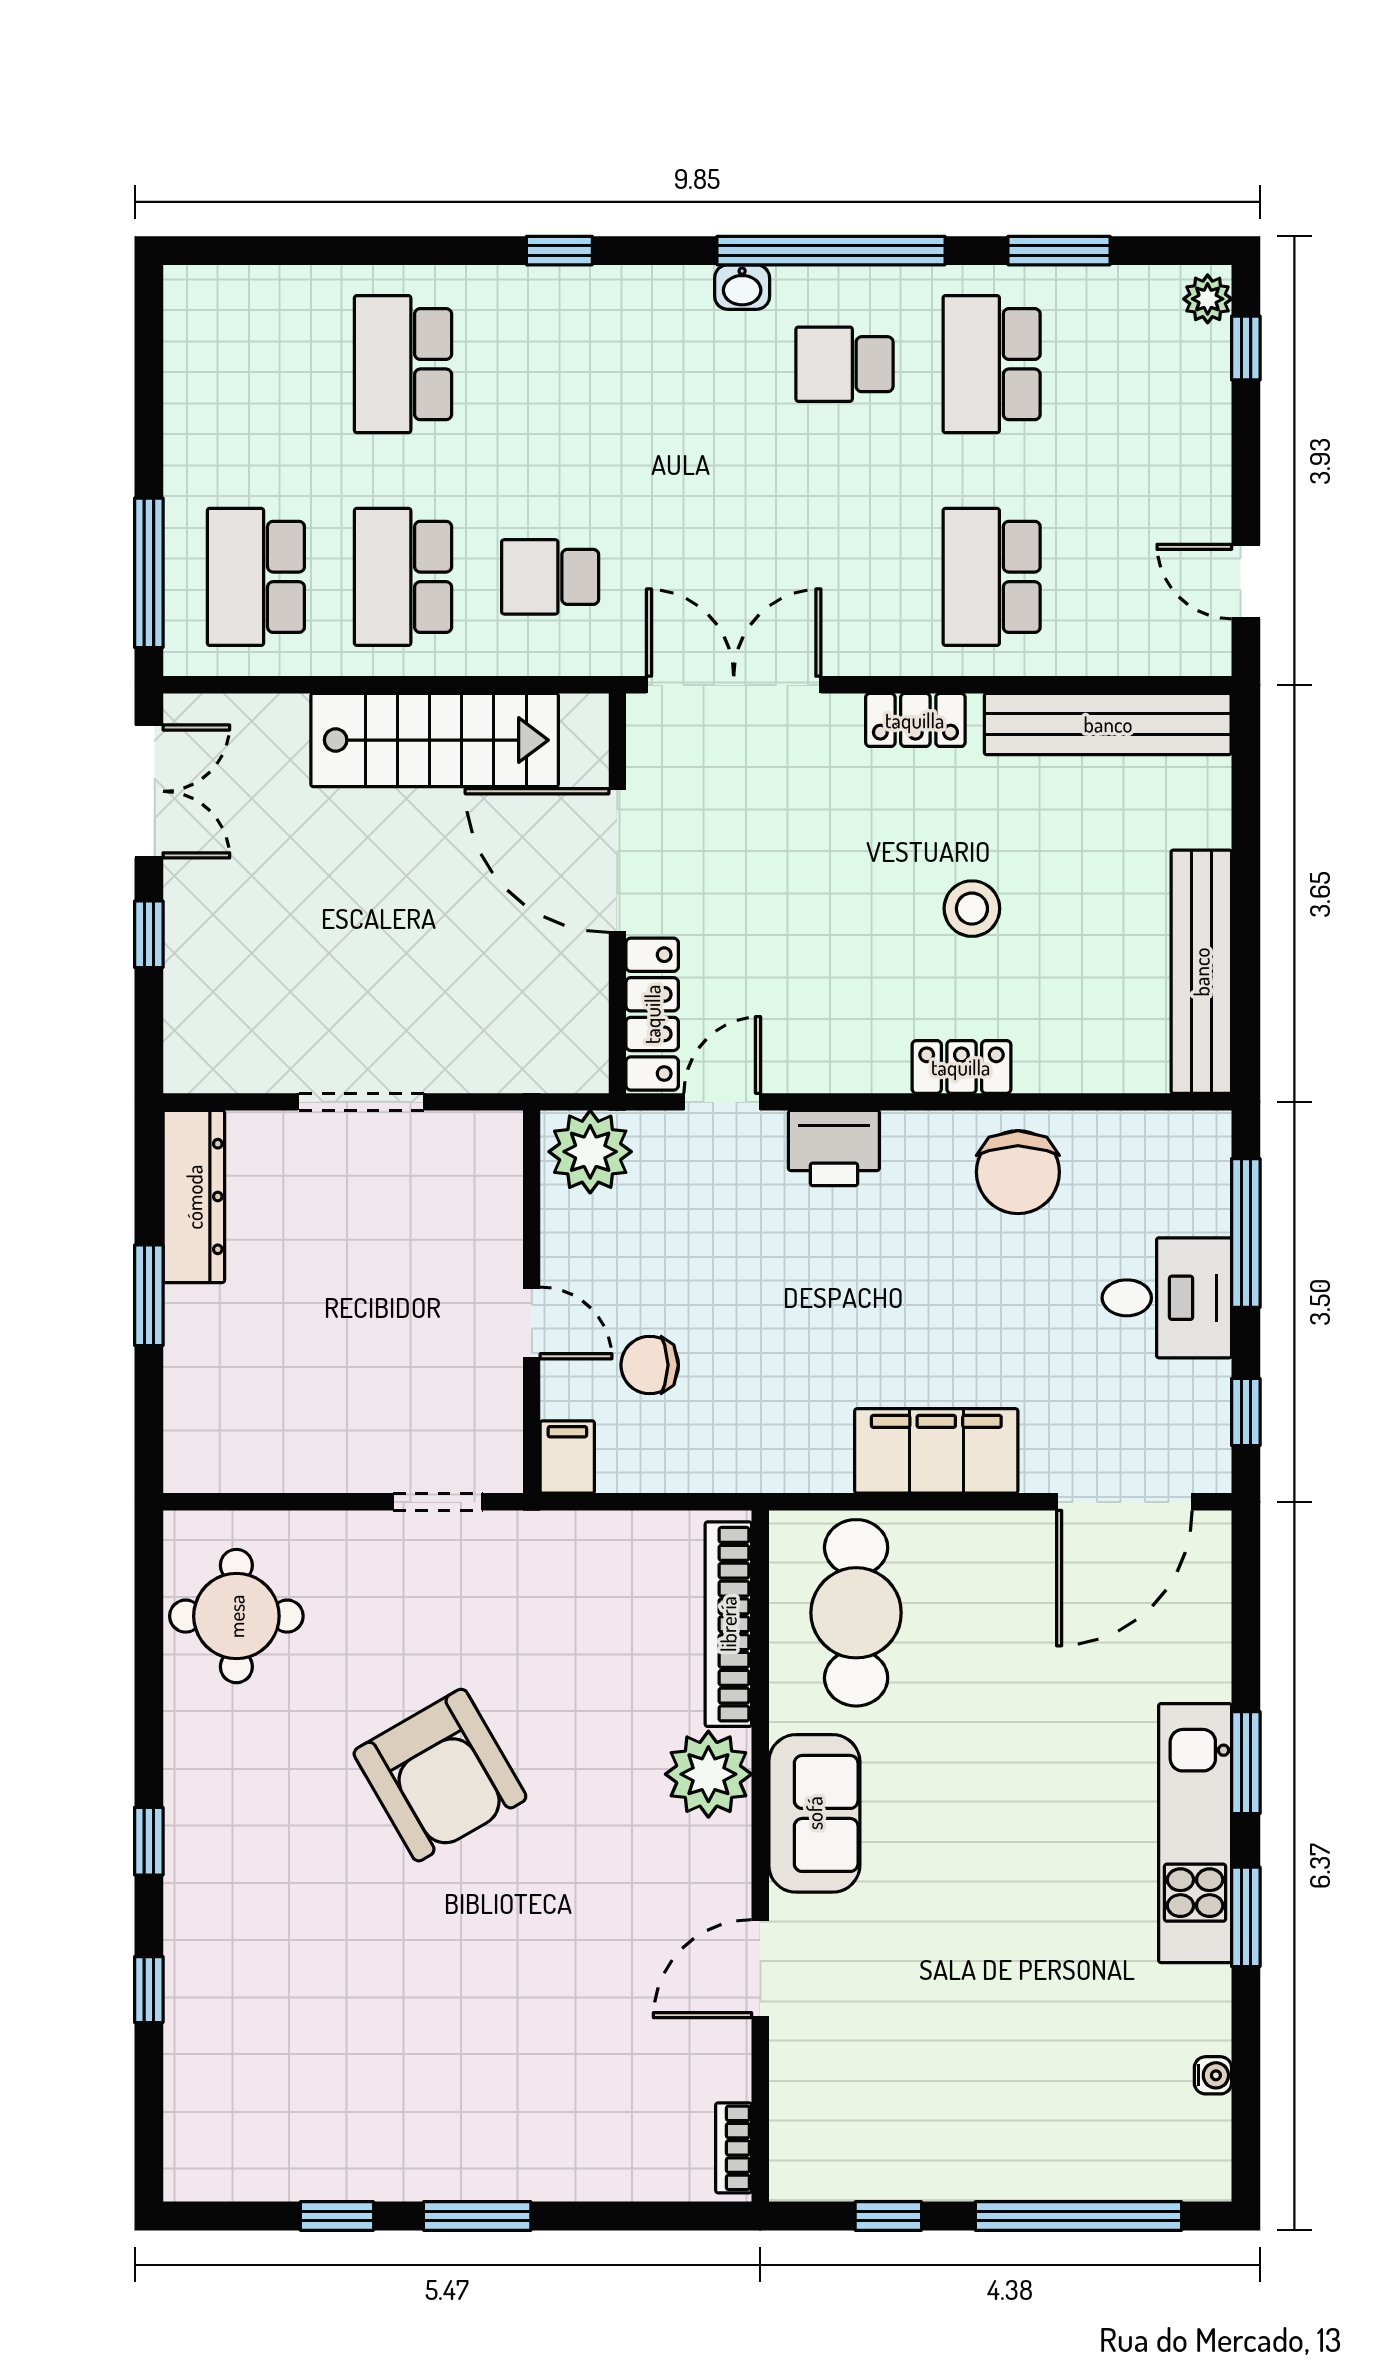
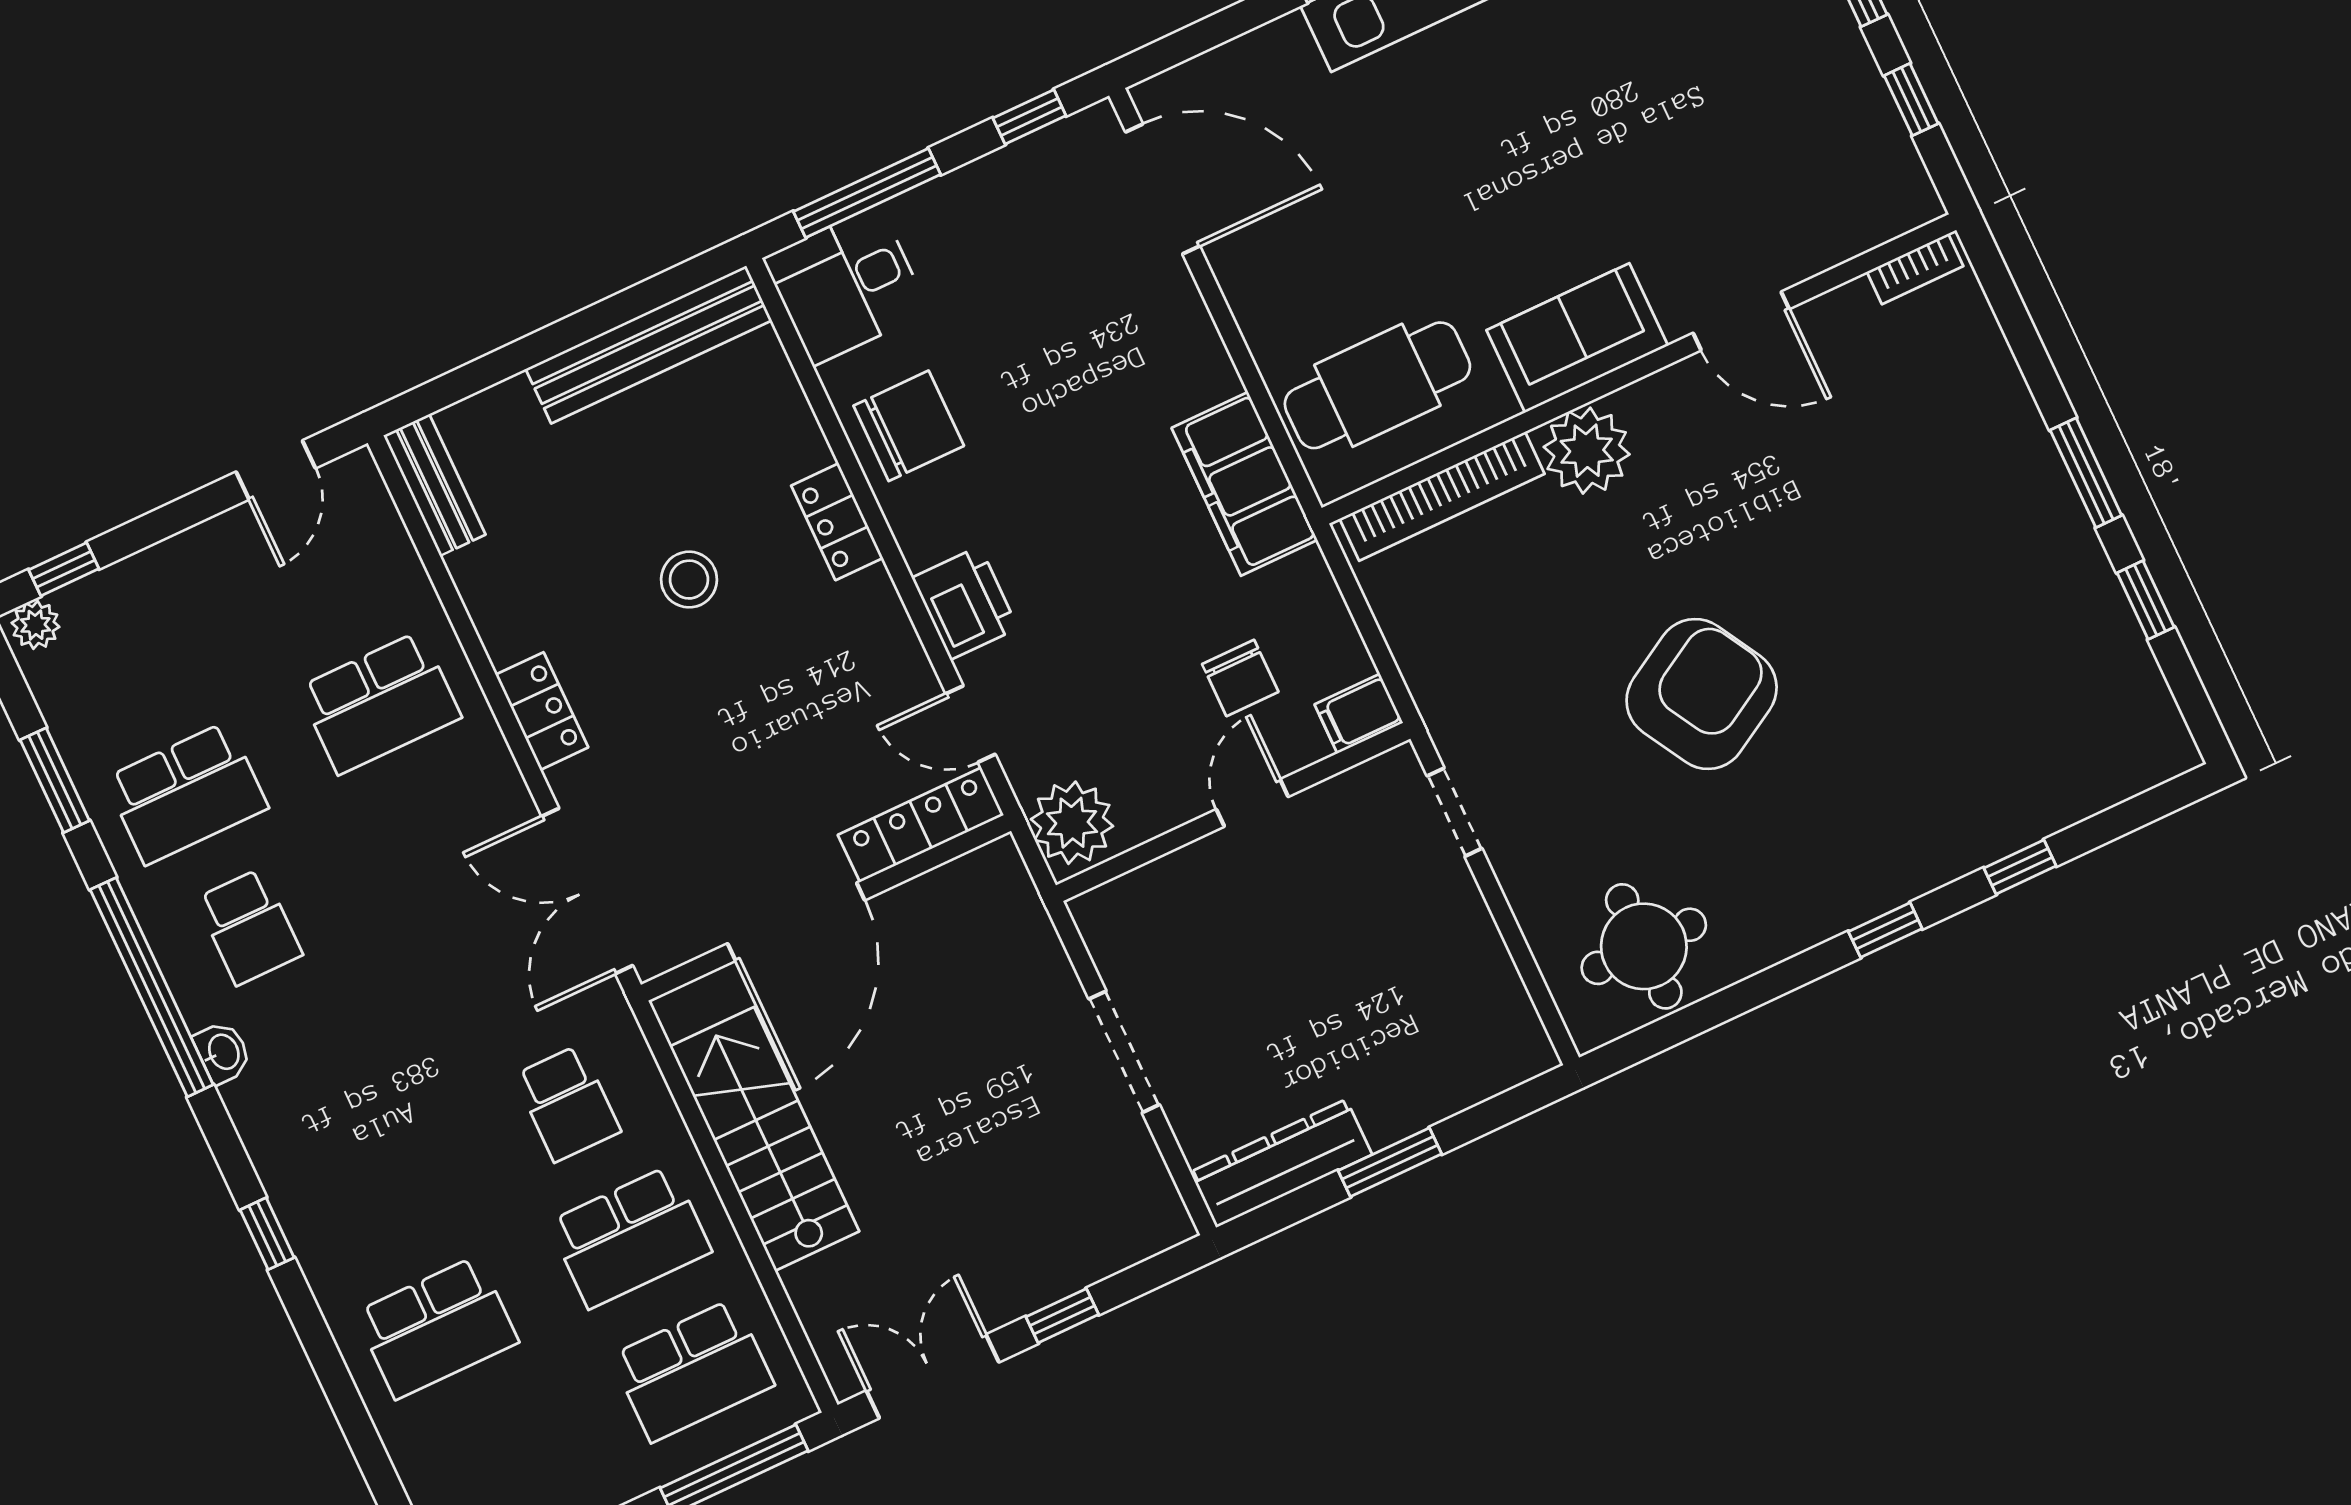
bench: (1108, 724) -> (435, 485), width x0.54, depth x0.82
desk: (1167, 1298) -> (846, 285), moved, turned -90
filing cabinet: (936, 1451) -> (1244, 484), moved

